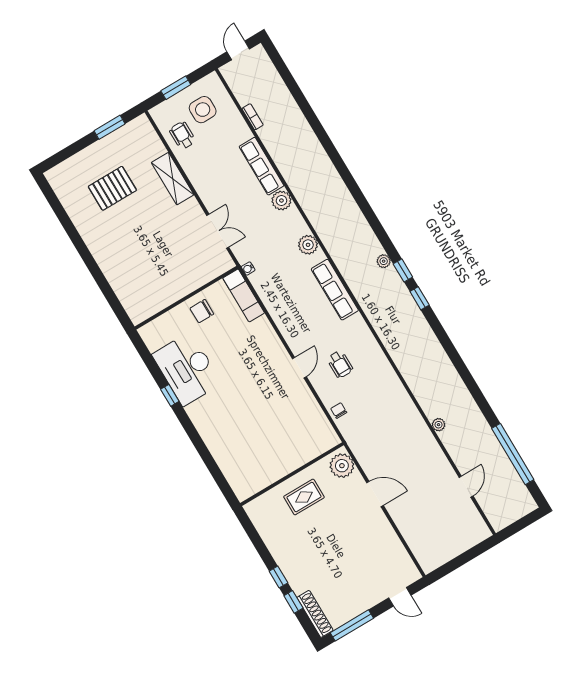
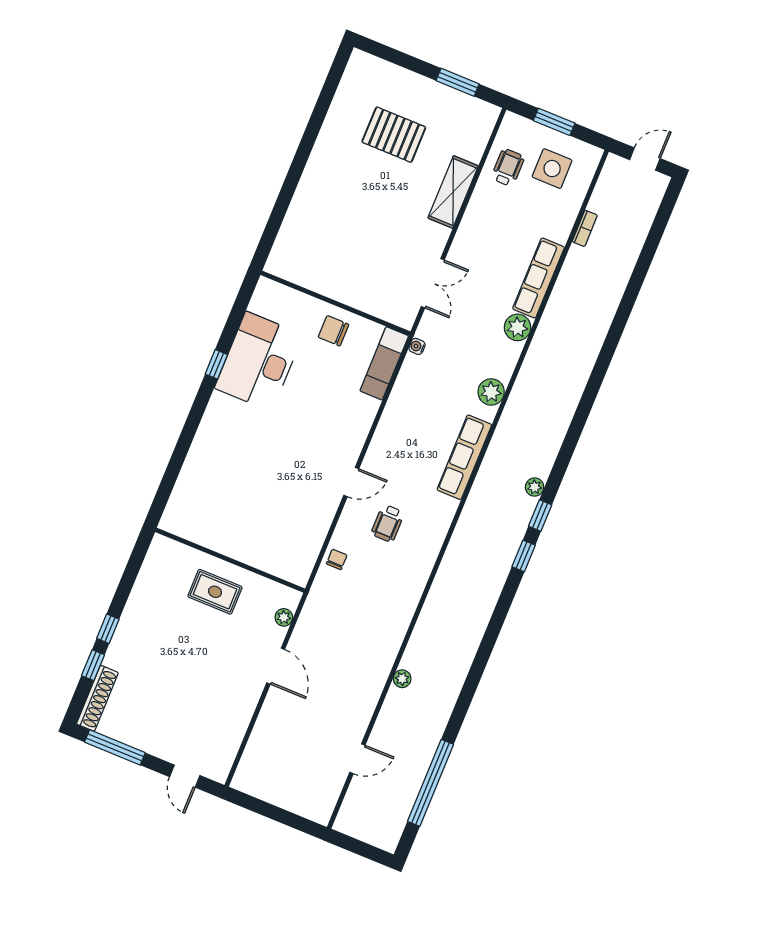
plant: (342, 466) -> (284, 617), width x0.53, depth x0.53

